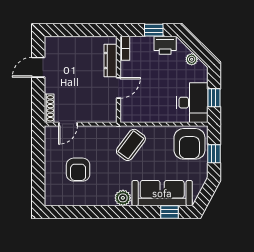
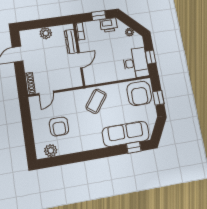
plant: (79, 44) -> (46, 33), added
plant: (123, 198) -> (51, 151), moved

